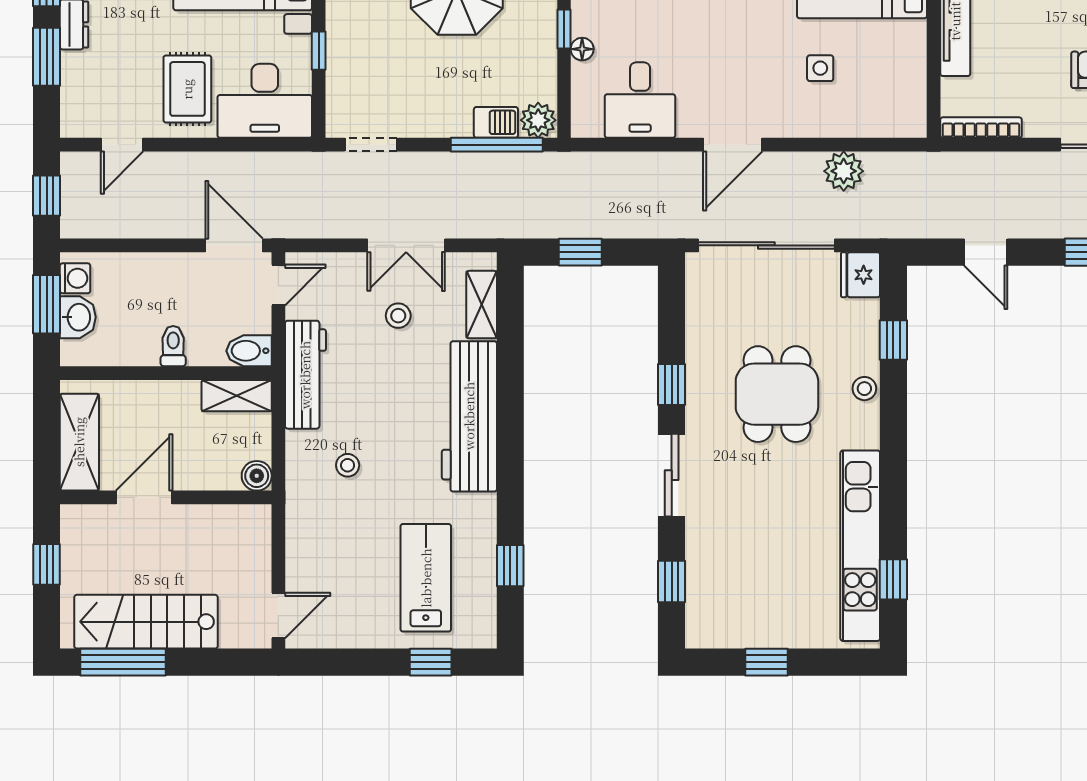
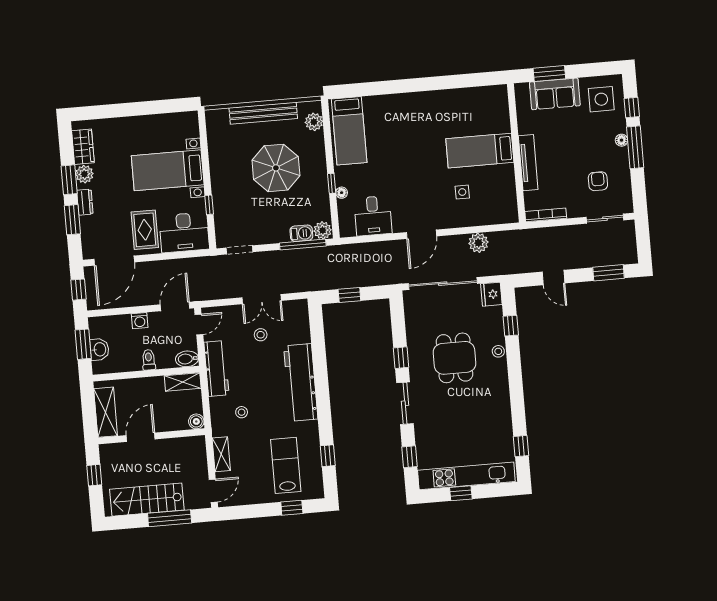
door: (122, 145) -> (114, 261), width x1.88
door: (234, 245) -> (175, 307), hinge flipped
washing machine: (75, 278) -> (140, 321), moved, turned 90
shelving: (482, 305) -> (221, 454), moved
kitchen unit: (860, 546) -> (466, 476), moved, turned 90
window: (123, 662) -> (170, 518), moved

